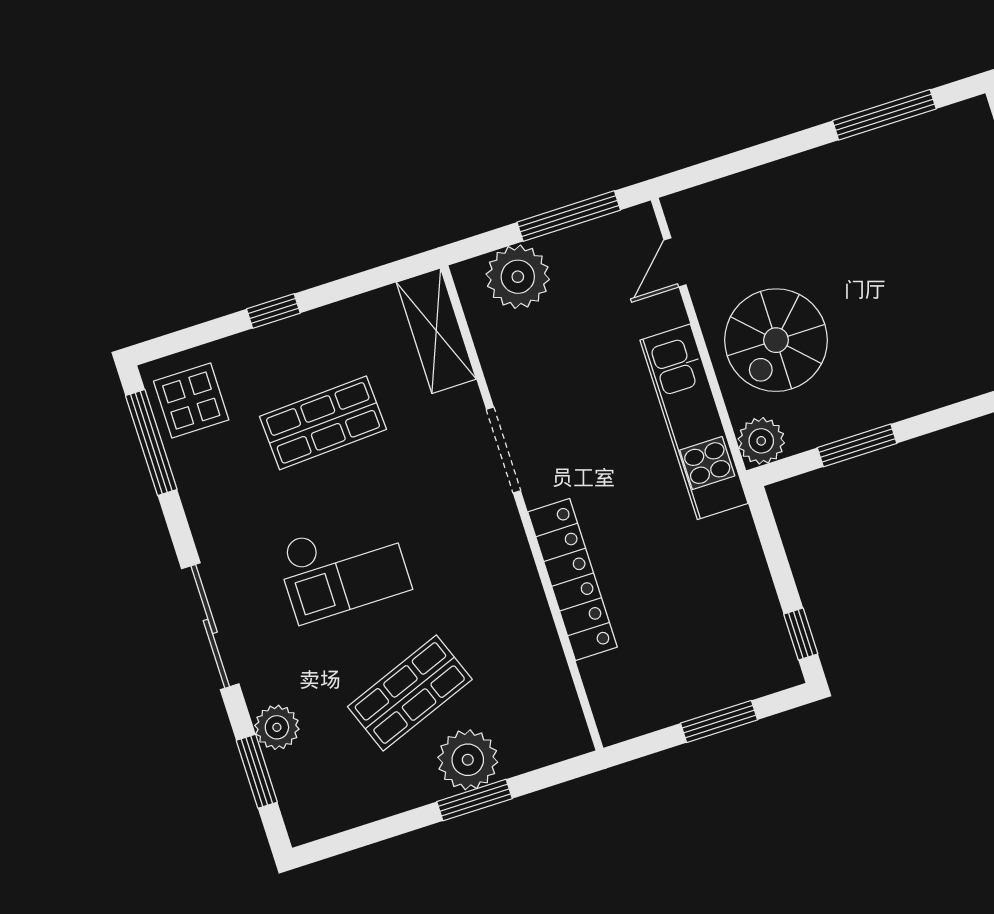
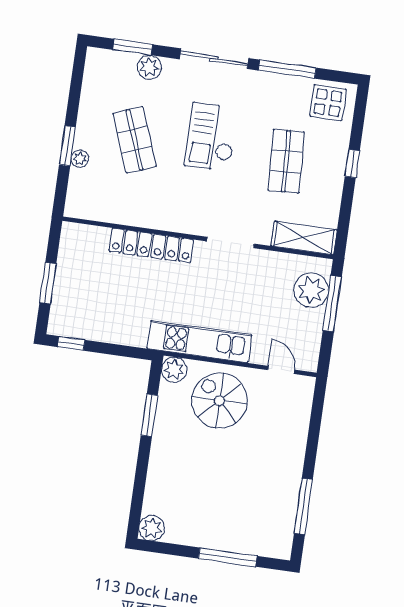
window: (569, 216) -> (332, 304), moved
window: (151, 442) -> (287, 69), moved
plant: (468, 760) -> (80, 159), width x0.53, depth x0.53

